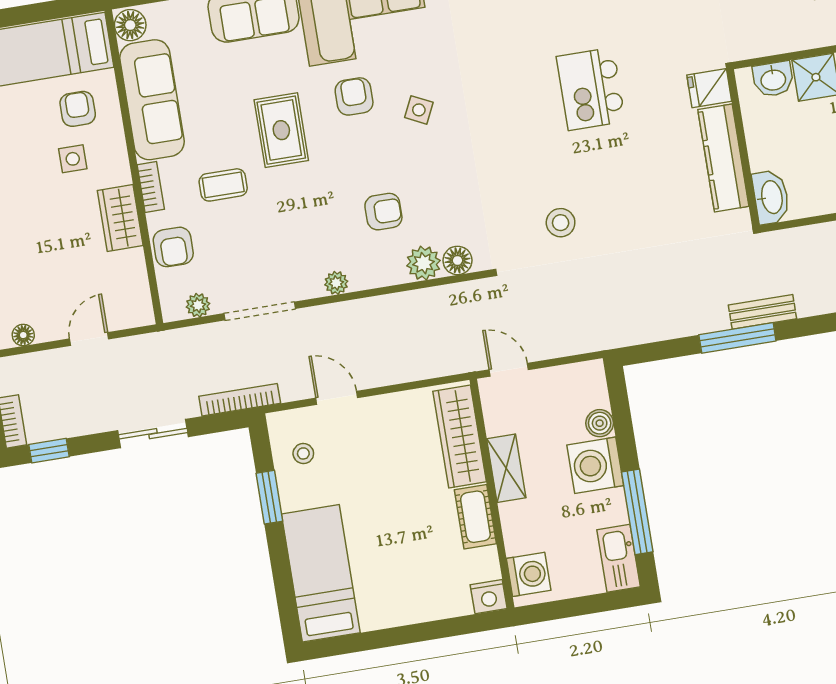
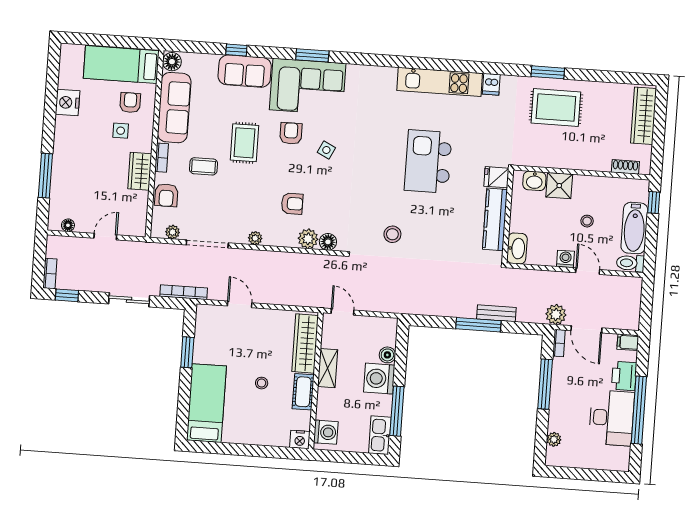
kitchen island: (591, 89) -> (428, 161), width x1.37, depth x1.28
stool: (303, 453) -> (262, 383), moved

